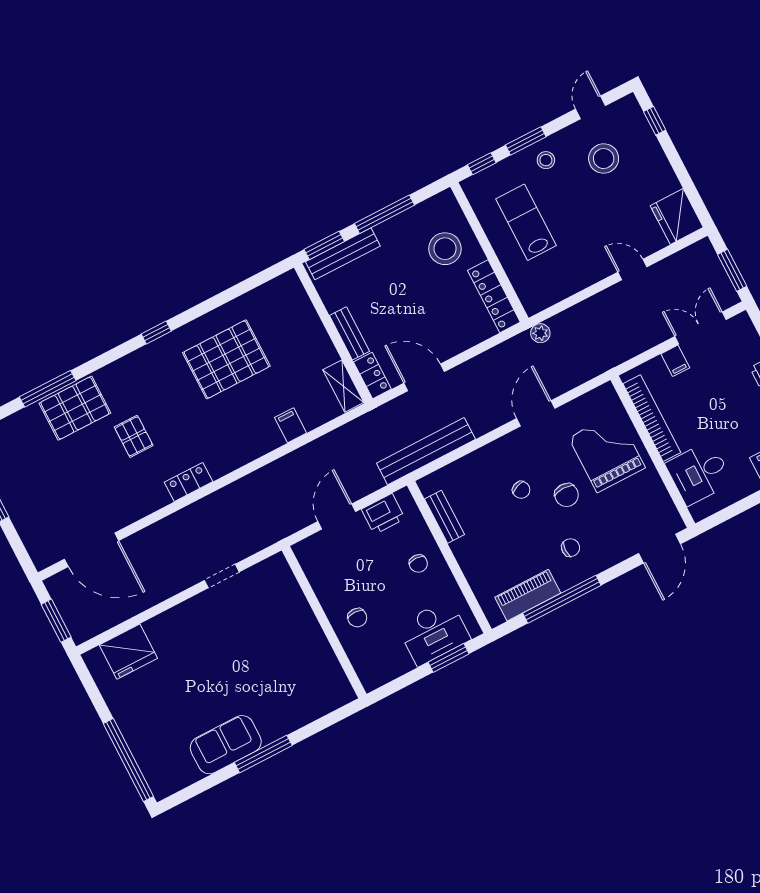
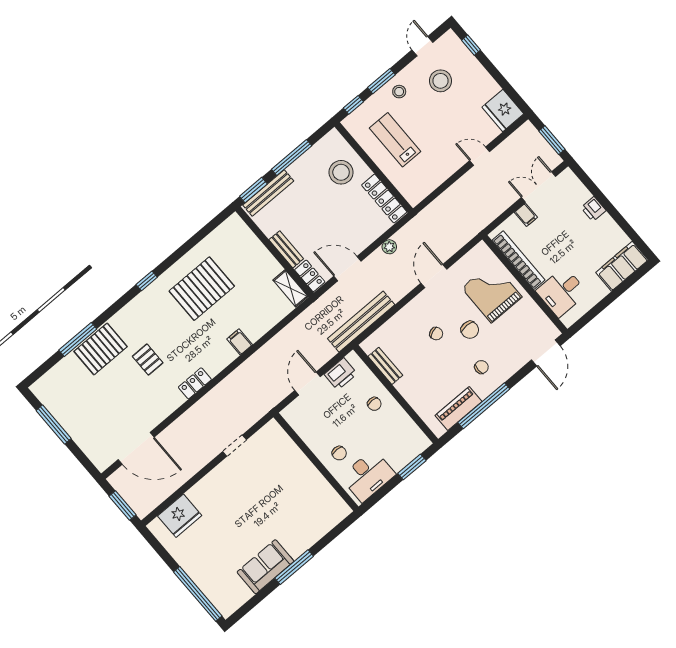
plant: (540, 333) -> (389, 247), moved
filing cabinet: (291, 425) -> (240, 342), moved
desk: (434, 632) -> (368, 476), moved

